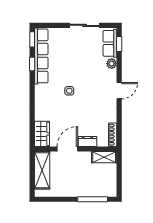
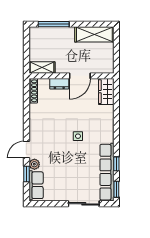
sliding door: (85, 25) -> (84, 204), moved
window: (119, 44) -> (26, 174), moved
door: (119, 91) -> (26, 150), moved
shelving: (42, 170) -> (94, 34), moved, turned 90

